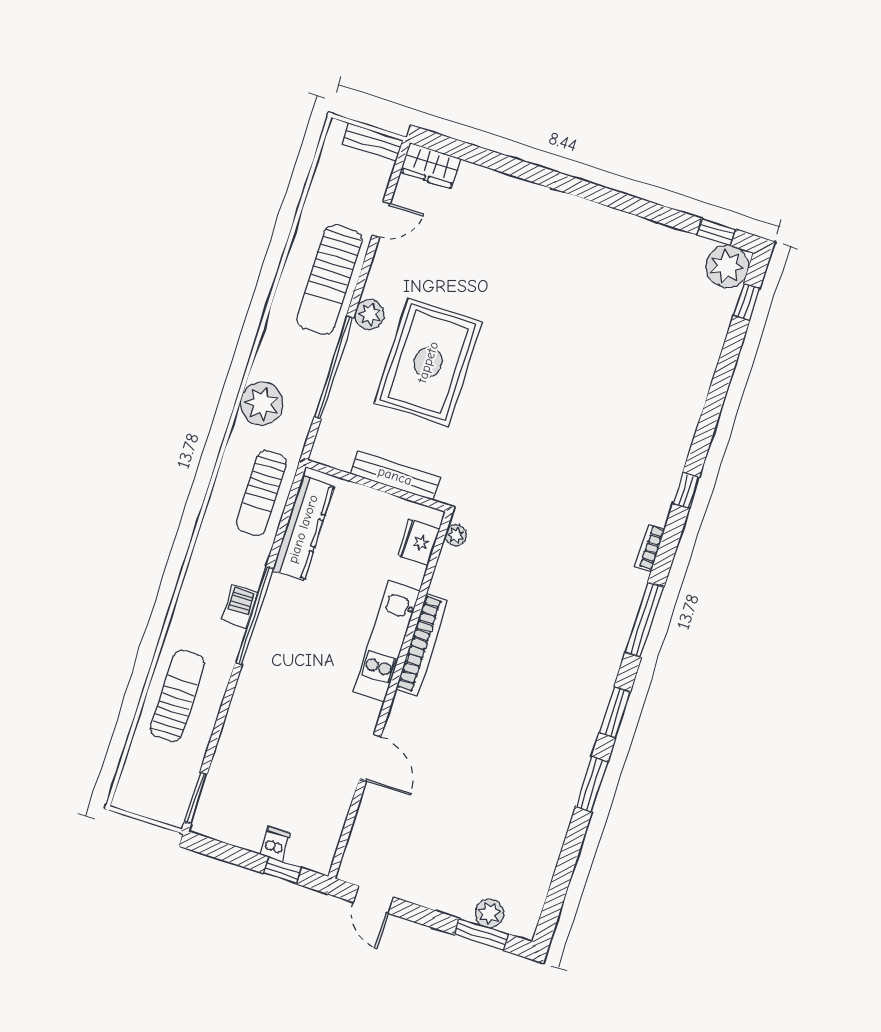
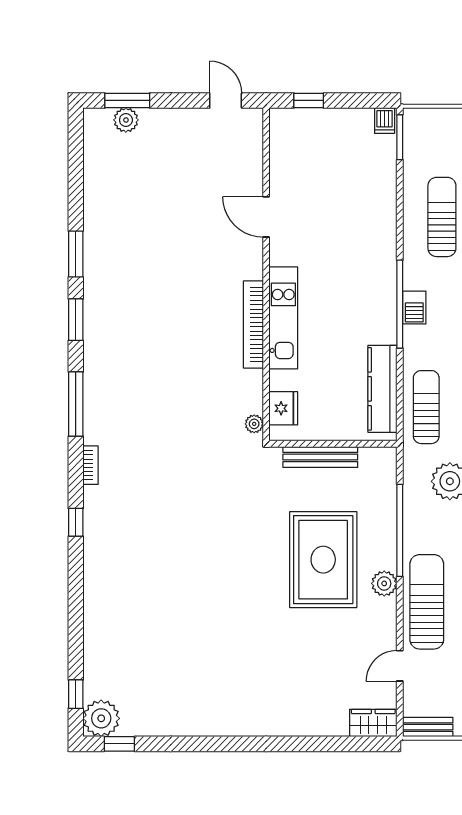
sun lounger: (177, 696) -> (442, 217), turned 180
dishwasher: (275, 844) -> (385, 121), moved

